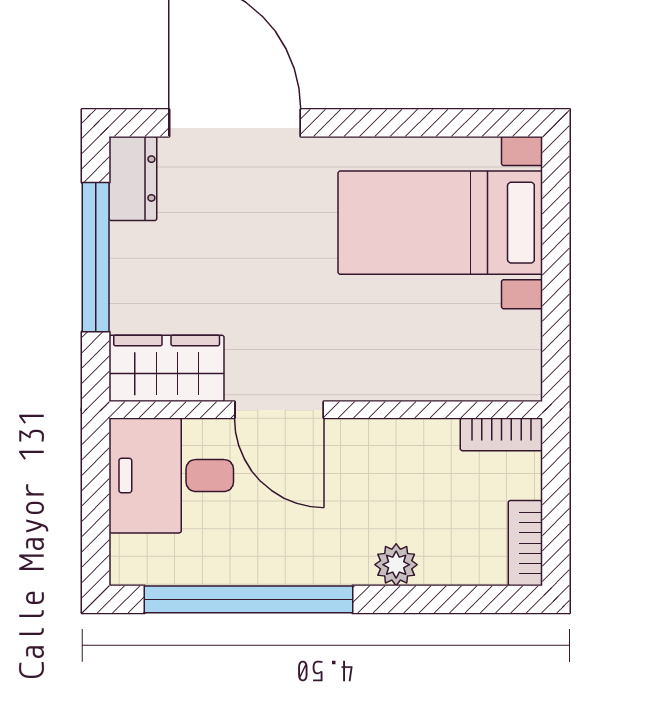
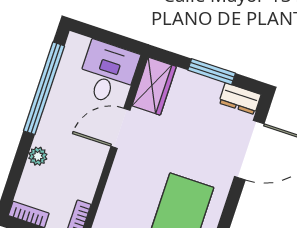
window: (96, 257) -> (212, 72), width x0.69

